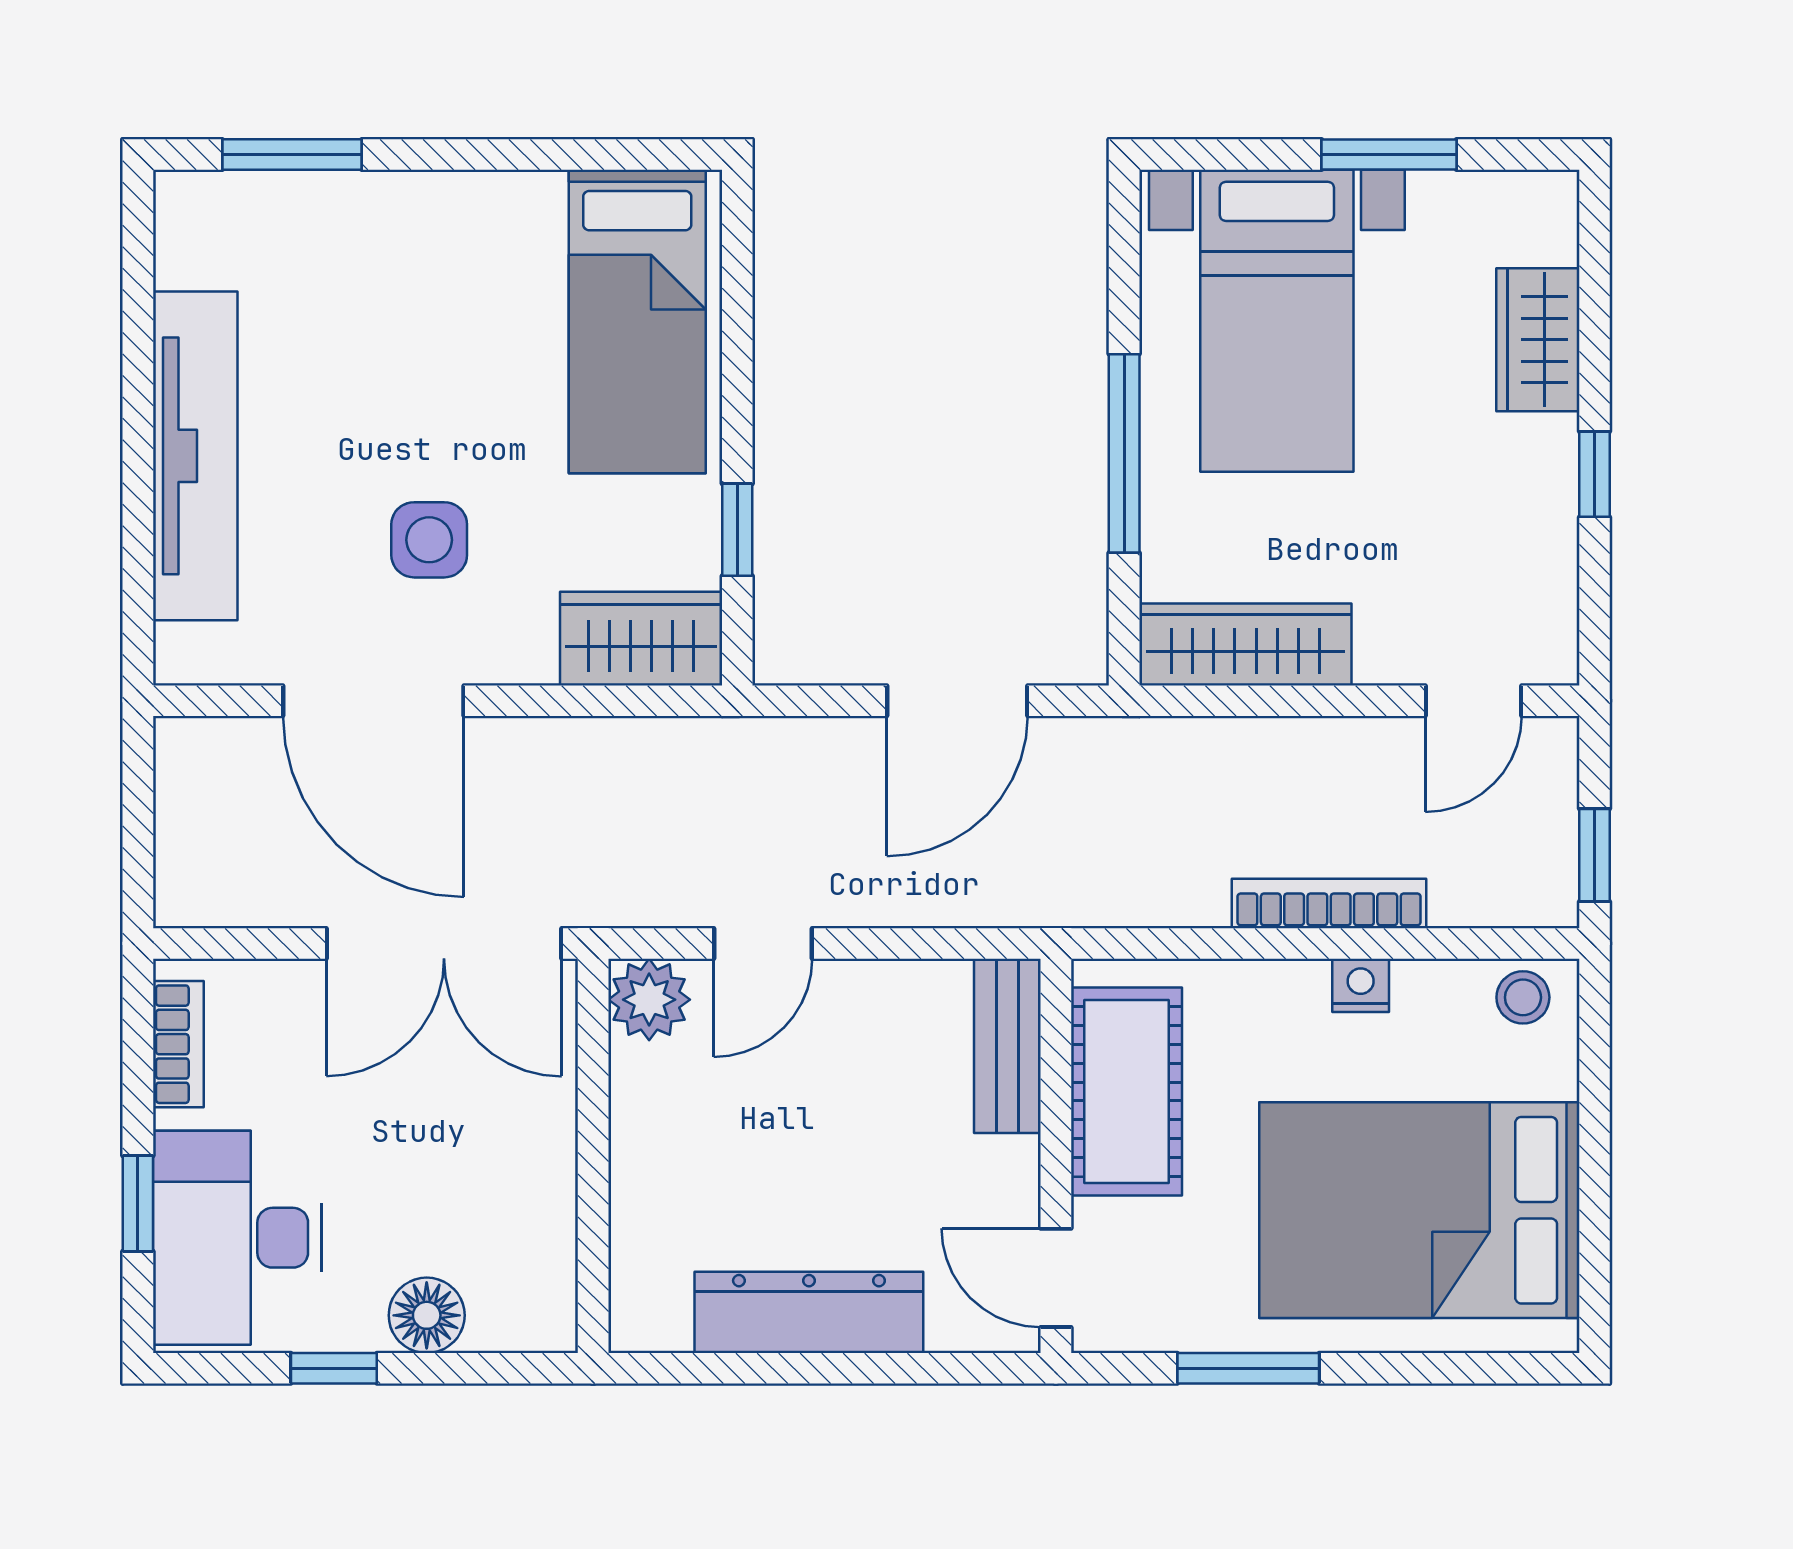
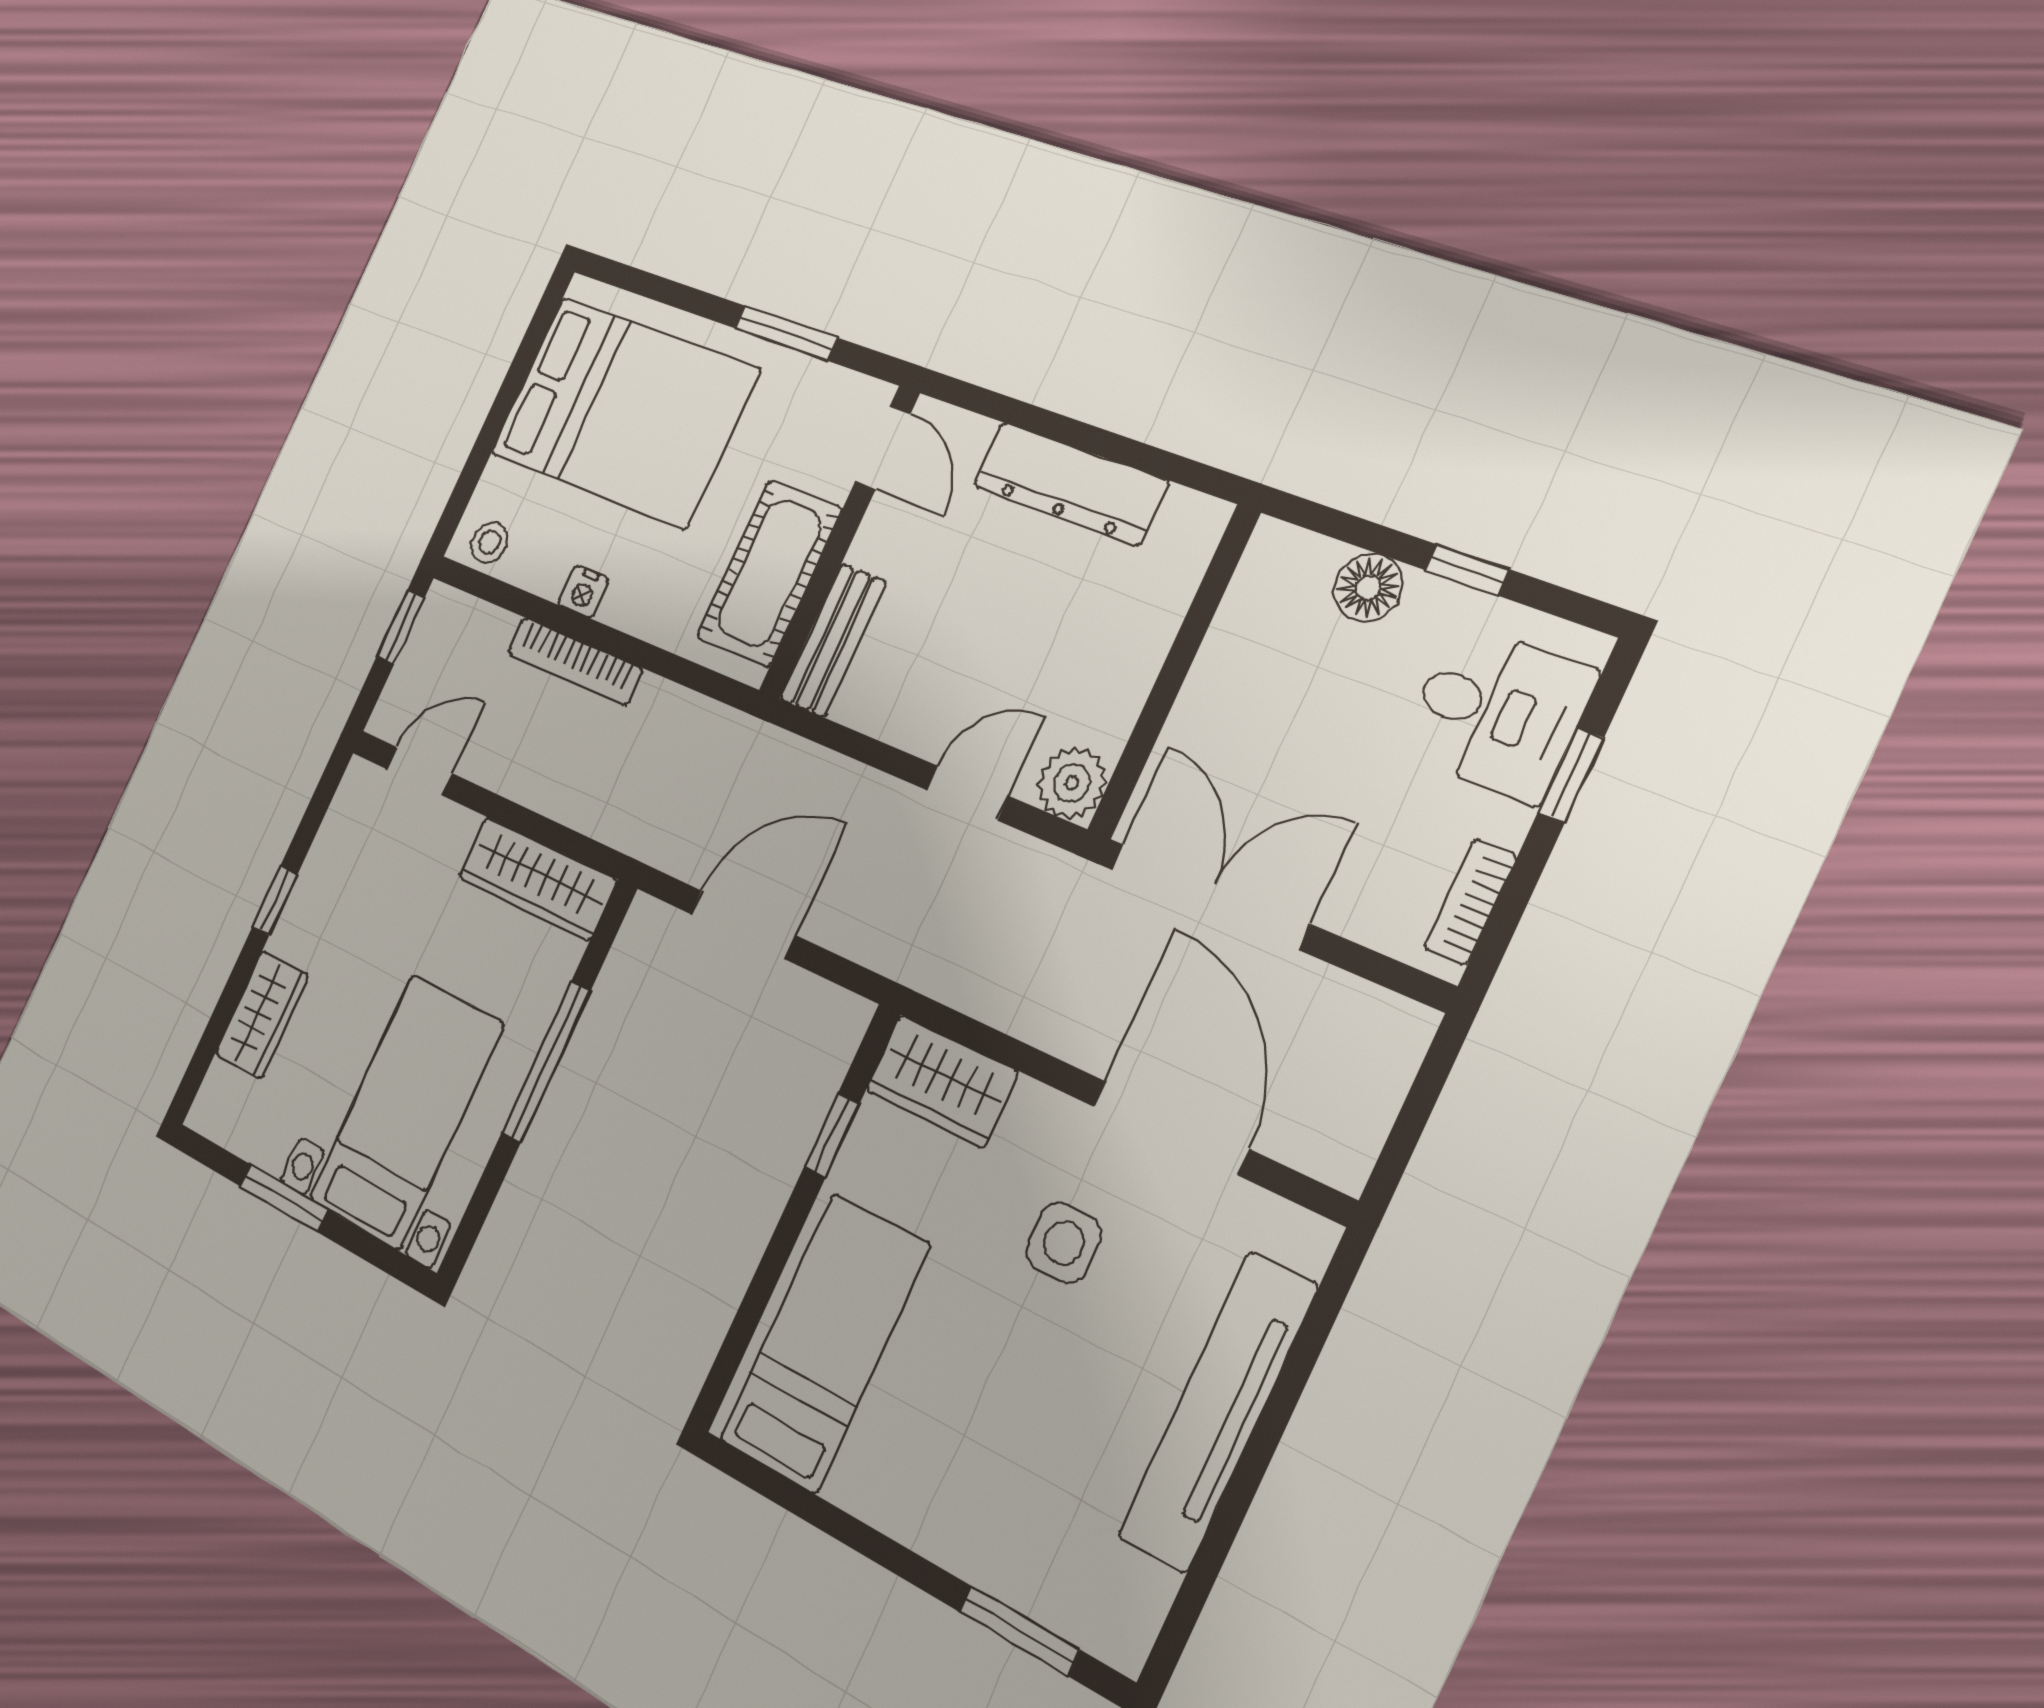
desk: (237, 1238) -> (1497, 712), width x0.73

